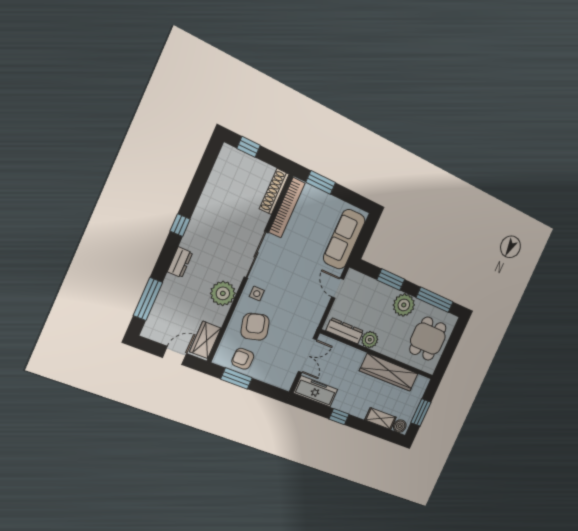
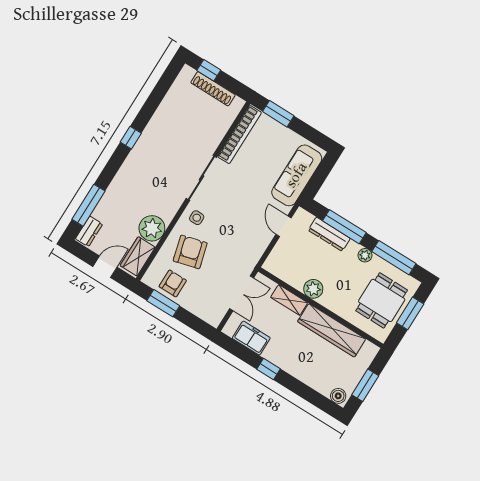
shoe rack: (274, 191) -> (213, 89), moved, turned -90
dresser: (180, 262) -> (89, 231), moved
window: (391, 280) -> (344, 227), width x1.44
plant: (223, 293) -> (152, 228), moved
plant: (404, 305) -> (365, 255), width x0.53, depth x0.53
dresser: (345, 331) -> (329, 234), moved, turned 180
window: (452, 345) -> (410, 313), added
armchair: (243, 359) -> (173, 283), turned 90
freezer: (316, 391) -> (251, 338), width x0.71
shelving: (381, 419) -> (289, 300), moved

